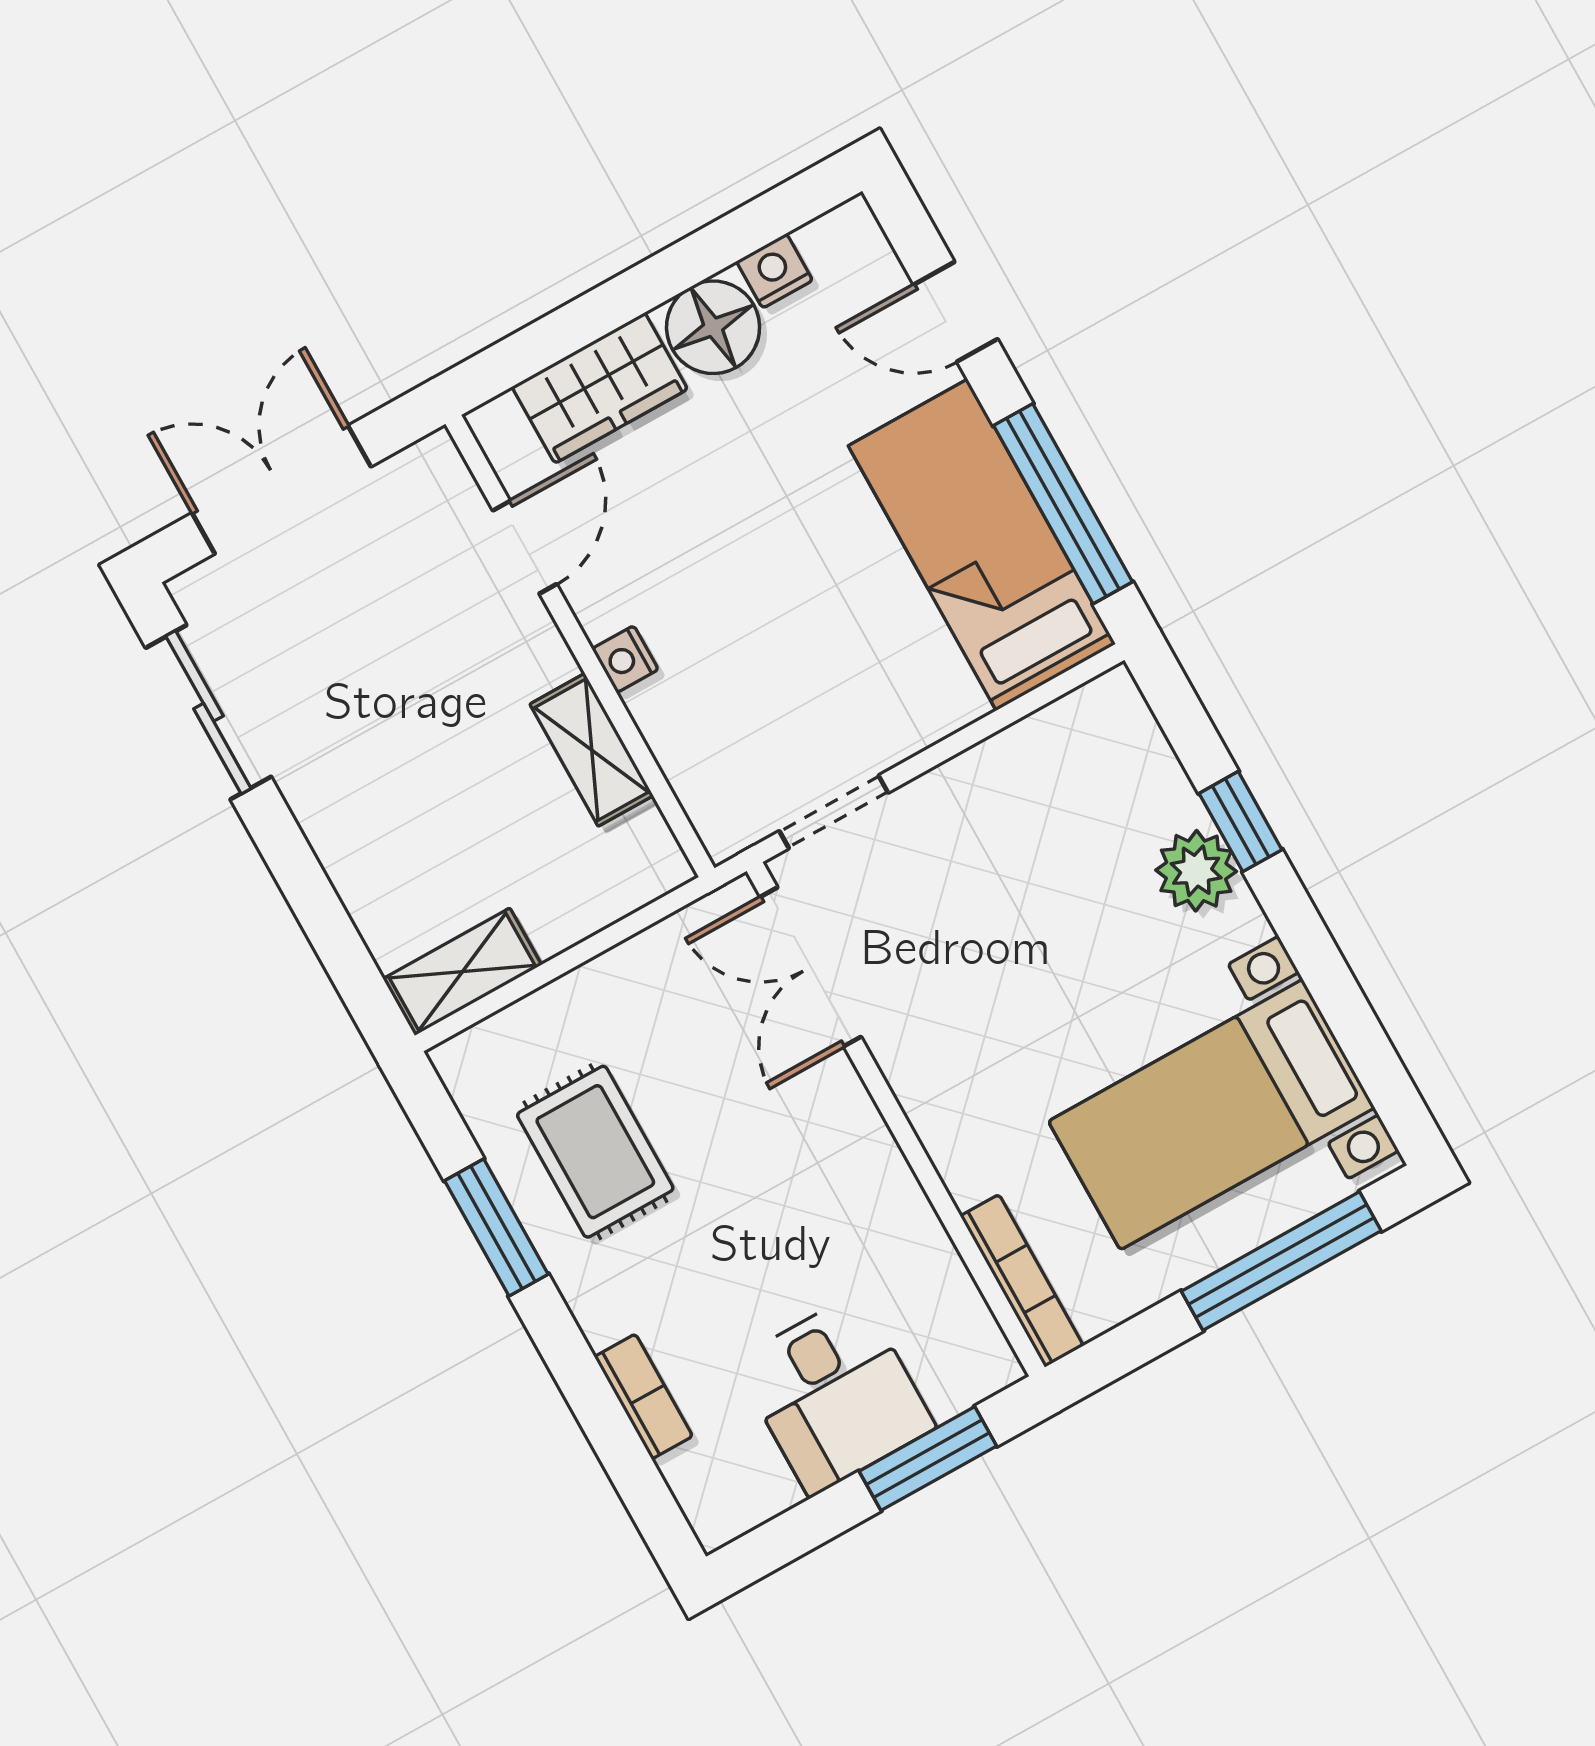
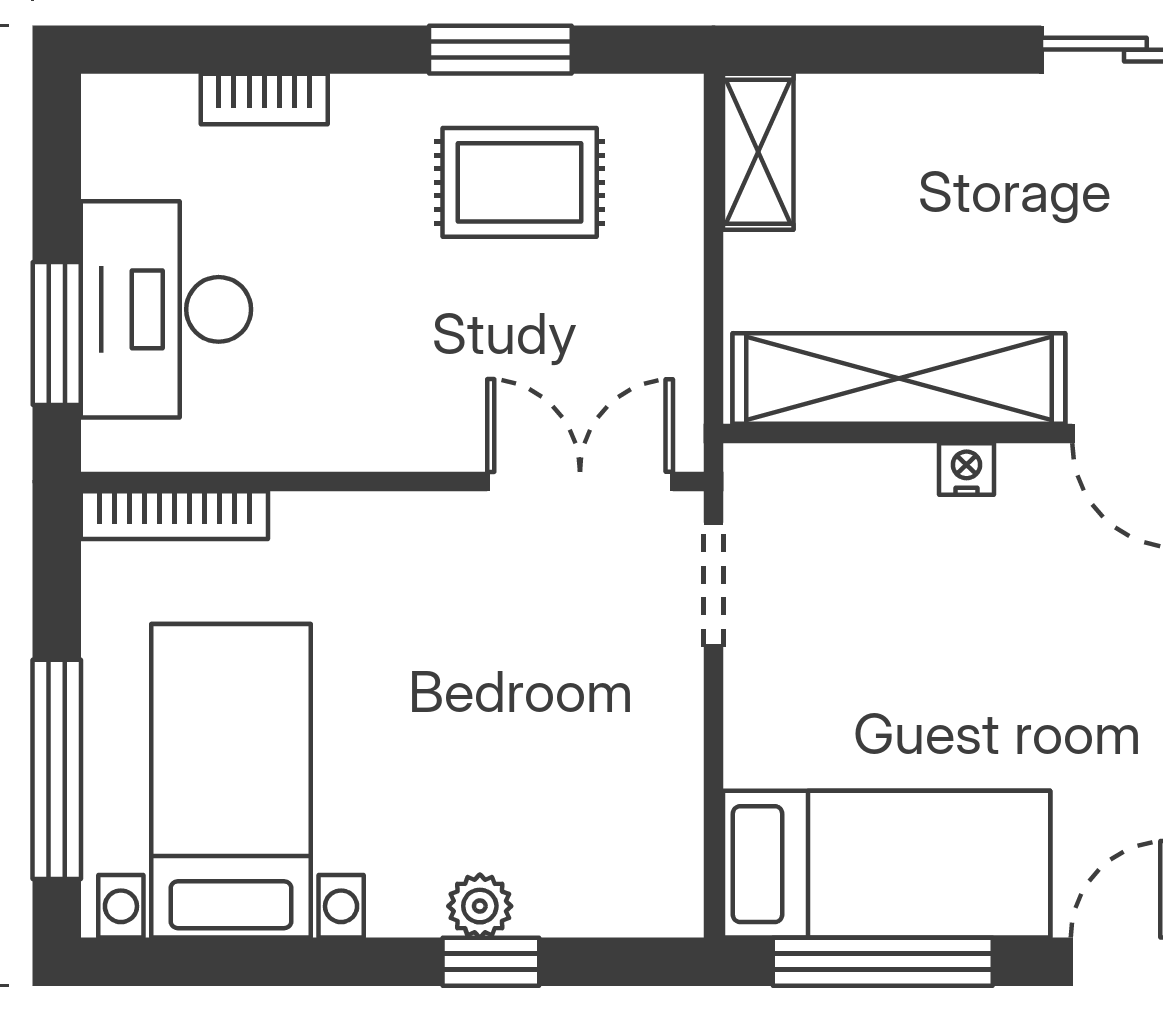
shelving: (592, 750) -> (899, 378), width x2.20, depth x1.33
plant: (1196, 871) -> (480, 906), width x0.73, depth x0.73
desk: (835, 1394) -> (166, 309), width x1.37

